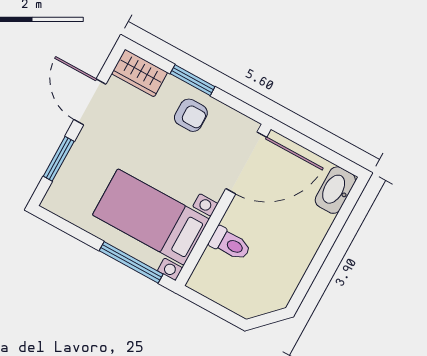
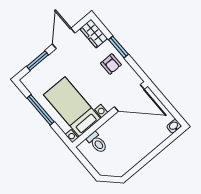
washbasin: (335, 190) -> (174, 126), width x0.52, depth x0.69
toilet: (230, 244) -> (97, 143), moved
window: (131, 262) -> (41, 110), moved

